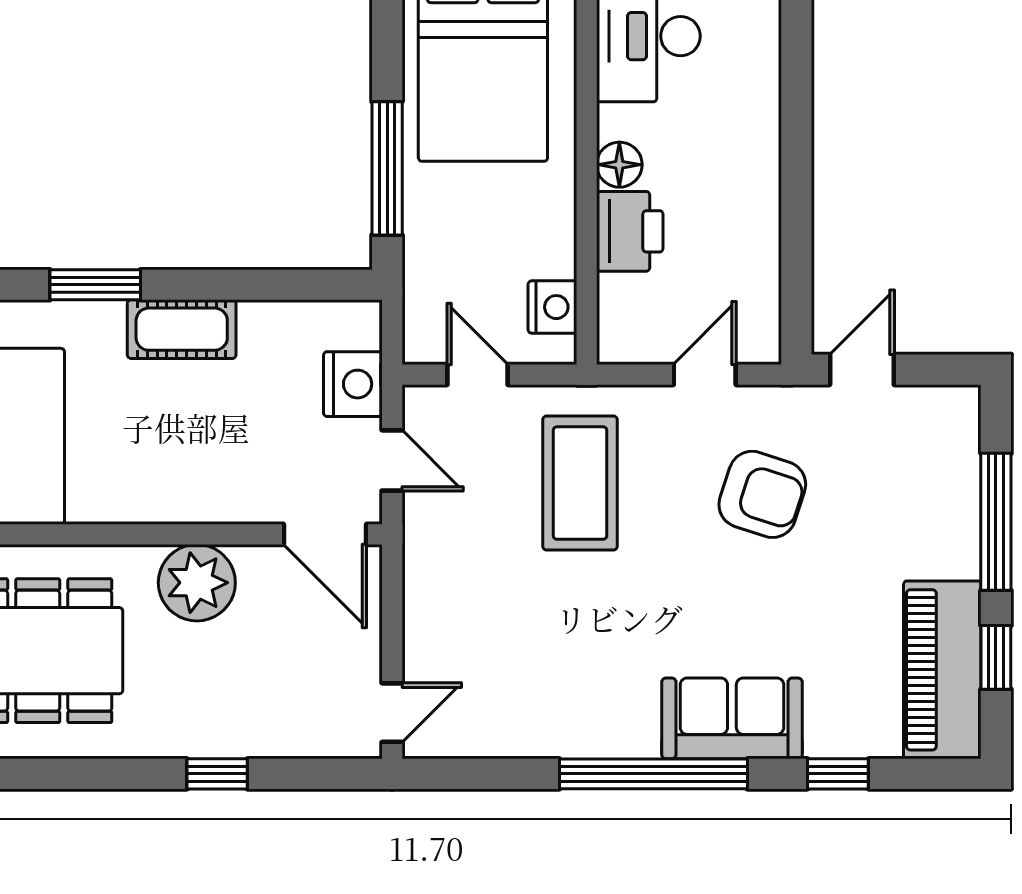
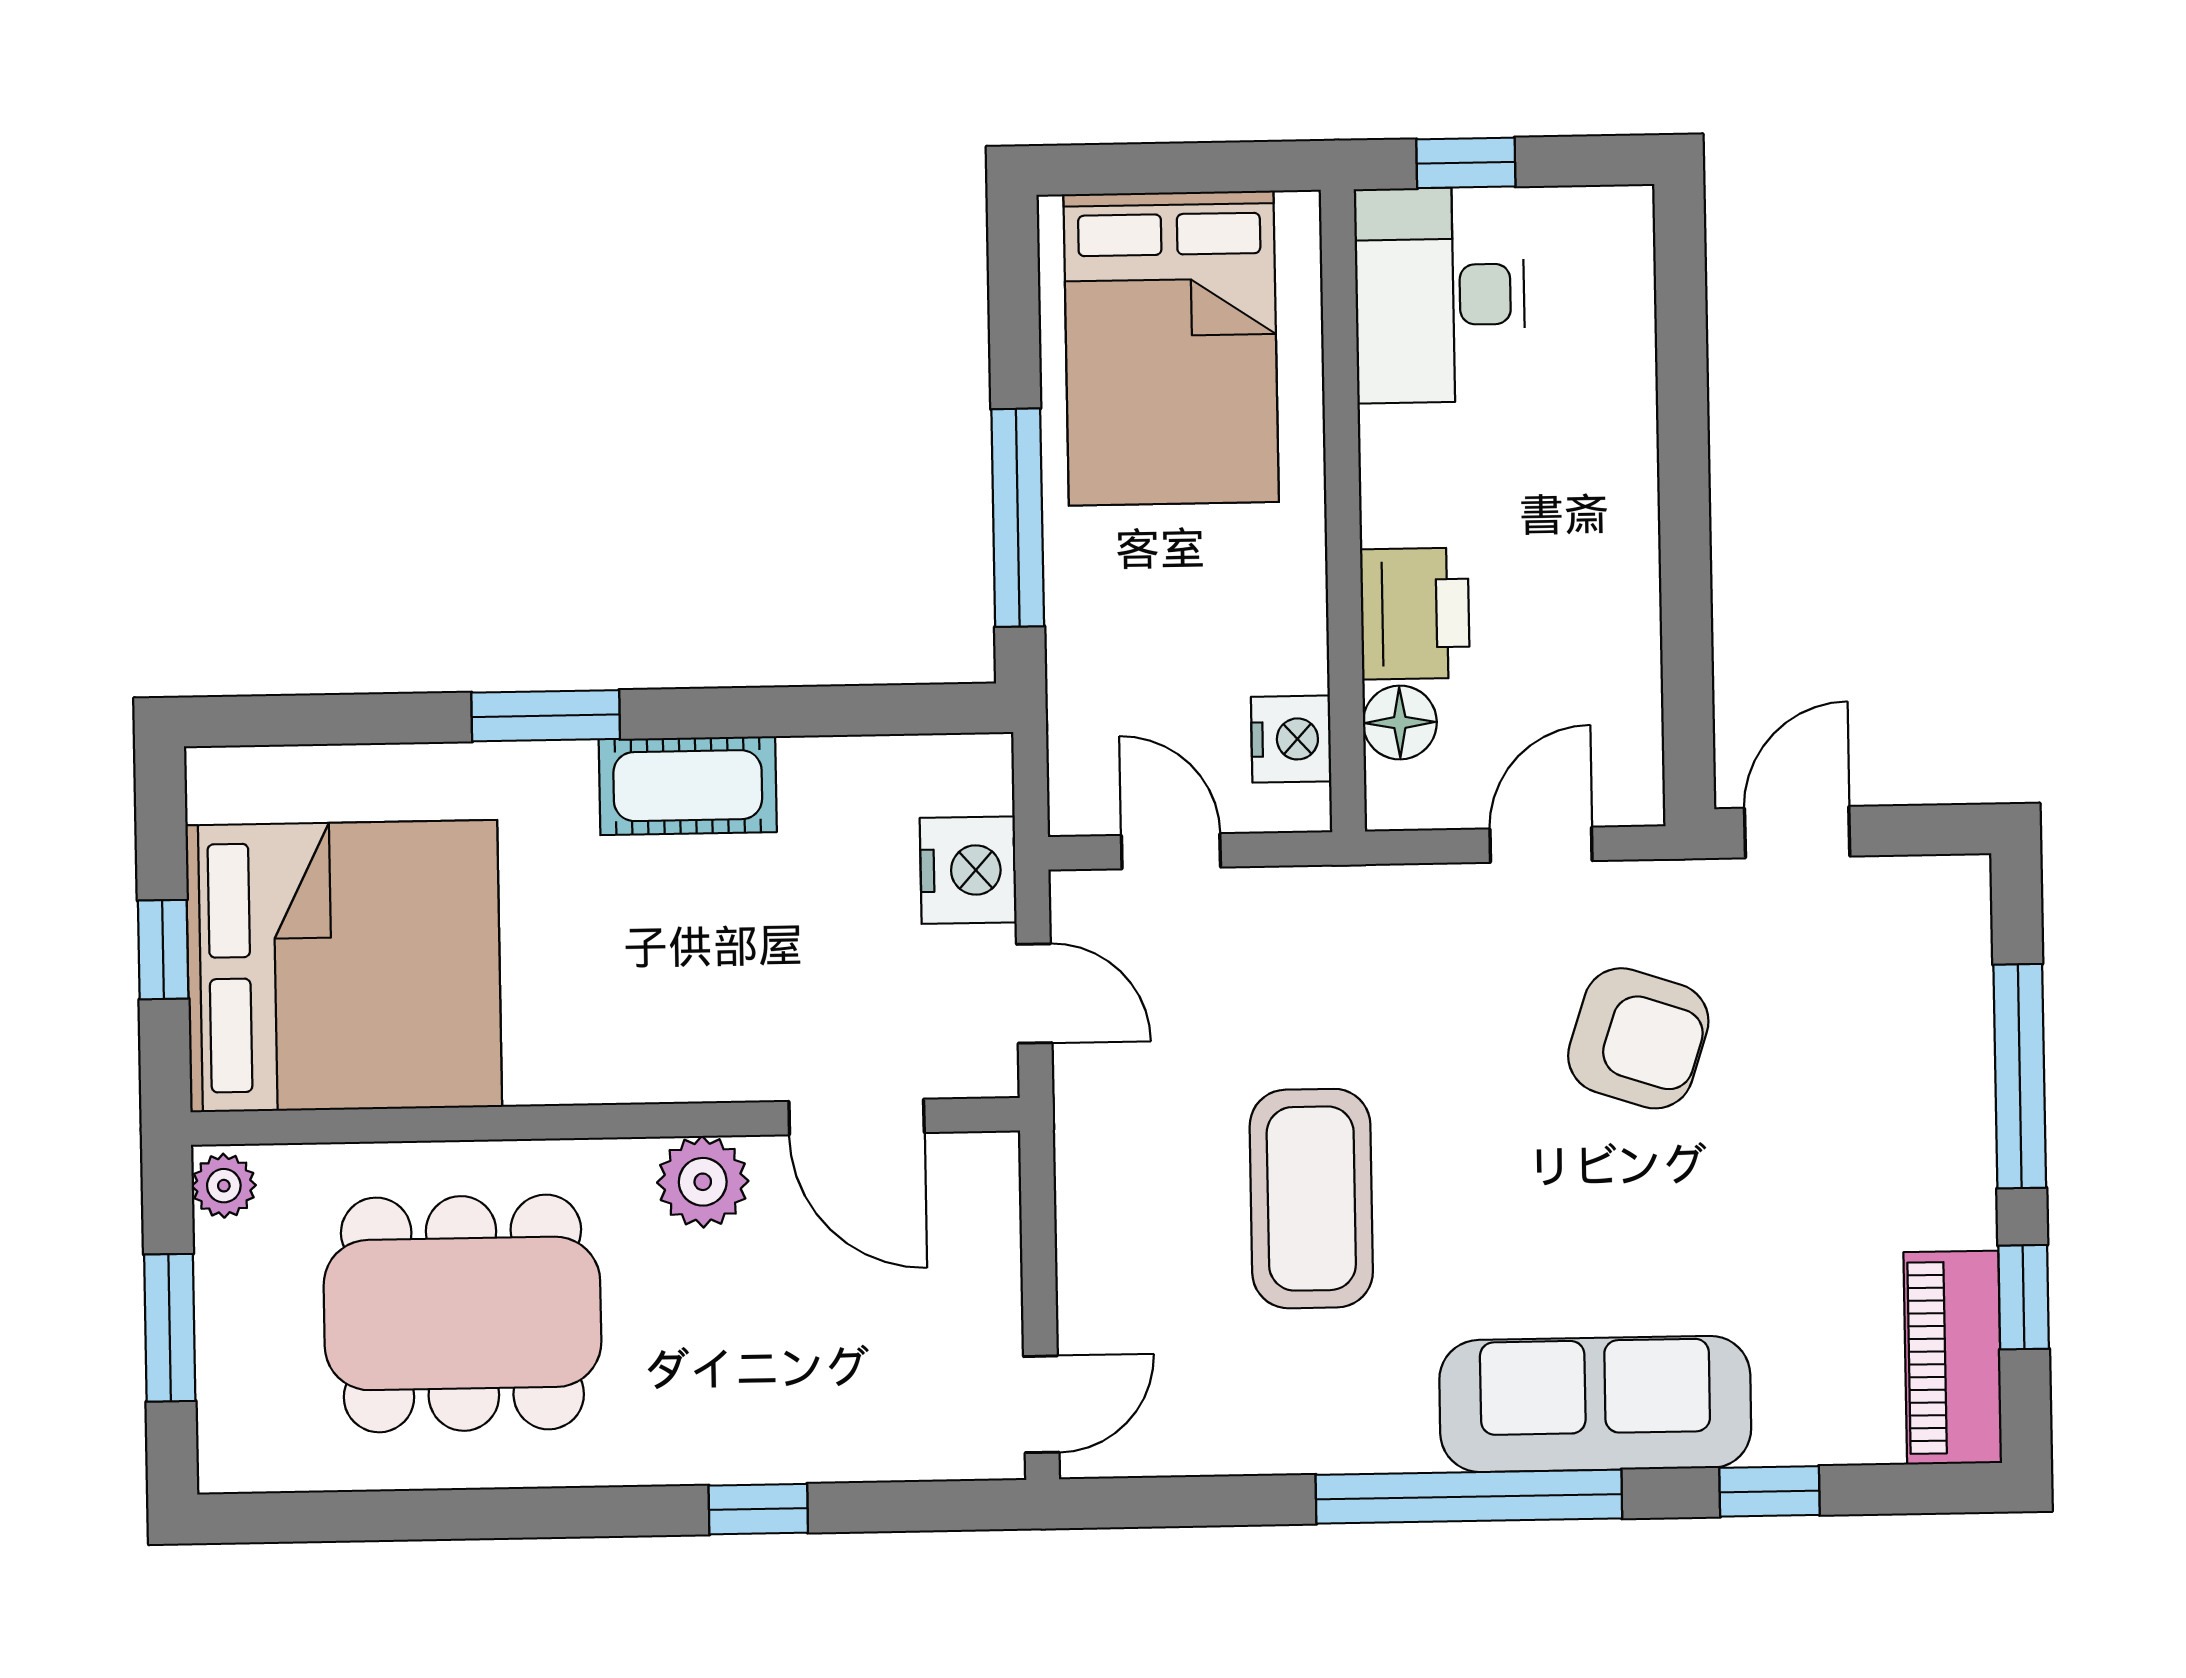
floor lamp: (619, 165) -> (1400, 722), moved
coffee table: (580, 483) -> (1311, 1199), moved
door: (325, 534) -> (857, 1117), moved
plant: (197, 583) -> (703, 1182), width x0.73, depth x0.73
piano: (942, 670) -> (1953, 1358), width x0.73, depth x0.75
sofa: (732, 718) -> (1595, 1404), width x1.36

